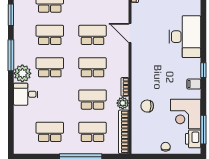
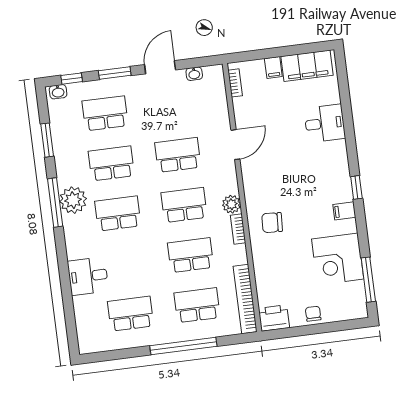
door: (130, 33) -> (235, 145), swing flipped
desk: (185, 37) -> (325, 123), width x0.53, depth x0.77
plant: (22, 73) -> (73, 200), moved
desk: (26, 94) -> (88, 276), moved
plant: (123, 103) -> (231, 204), moved
chair: (147, 106) -> (272, 223), moved
printer: (193, 139) -> (274, 318), moved, turned 90

